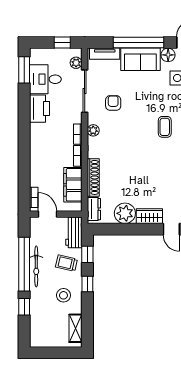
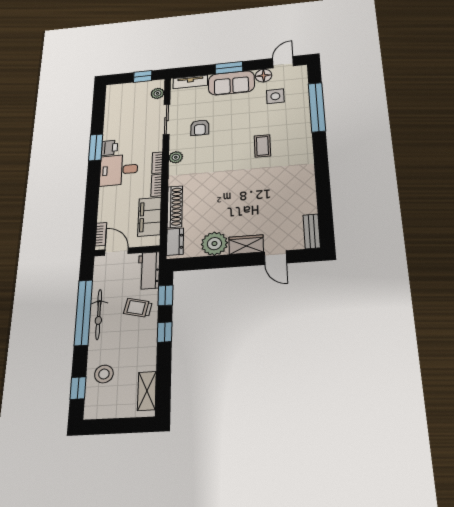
window: (138, 43) -> (229, 68), width x0.47
window: (24, 70) -> (96, 147), moved
desk: (45, 79) -> (119, 170), moved
sliding door: (85, 91) -> (167, 119), width x0.73
armchair: (113, 103) -> (200, 128), turned 180
printer: (40, 109) -> (110, 148), width x0.53, depth x0.68
stool: (63, 295) -> (104, 374), moved
window: (24, 307) -> (78, 388), moved

